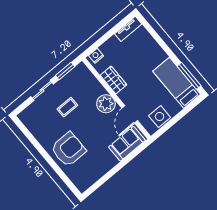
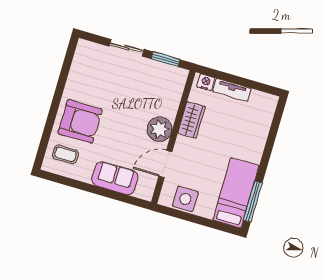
tv unit: (128, 29) -> (232, 90), moved
coffee table: (67, 107) -> (65, 154), moved
sofa: (127, 144) -> (115, 178), moved

